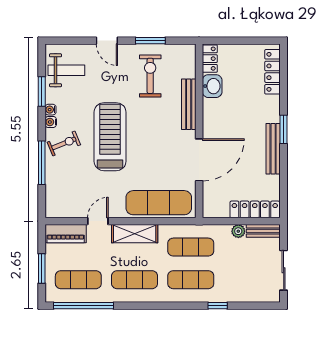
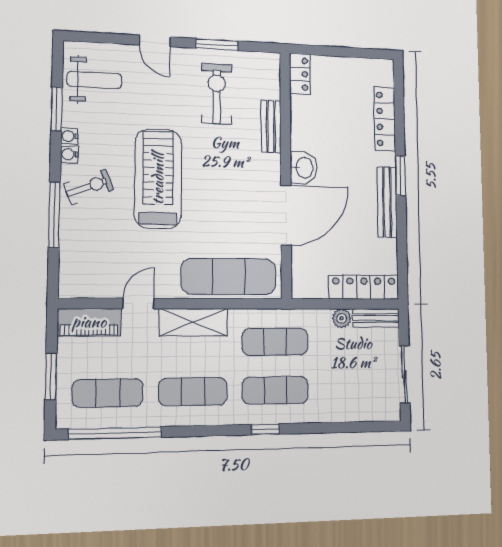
locker: (272, 72) -> (385, 119), moved
washbasin: (212, 86) -> (304, 168), moved
bench: (189, 104) -> (271, 127), width x0.73
window: (218, 306) -> (265, 429), moved

